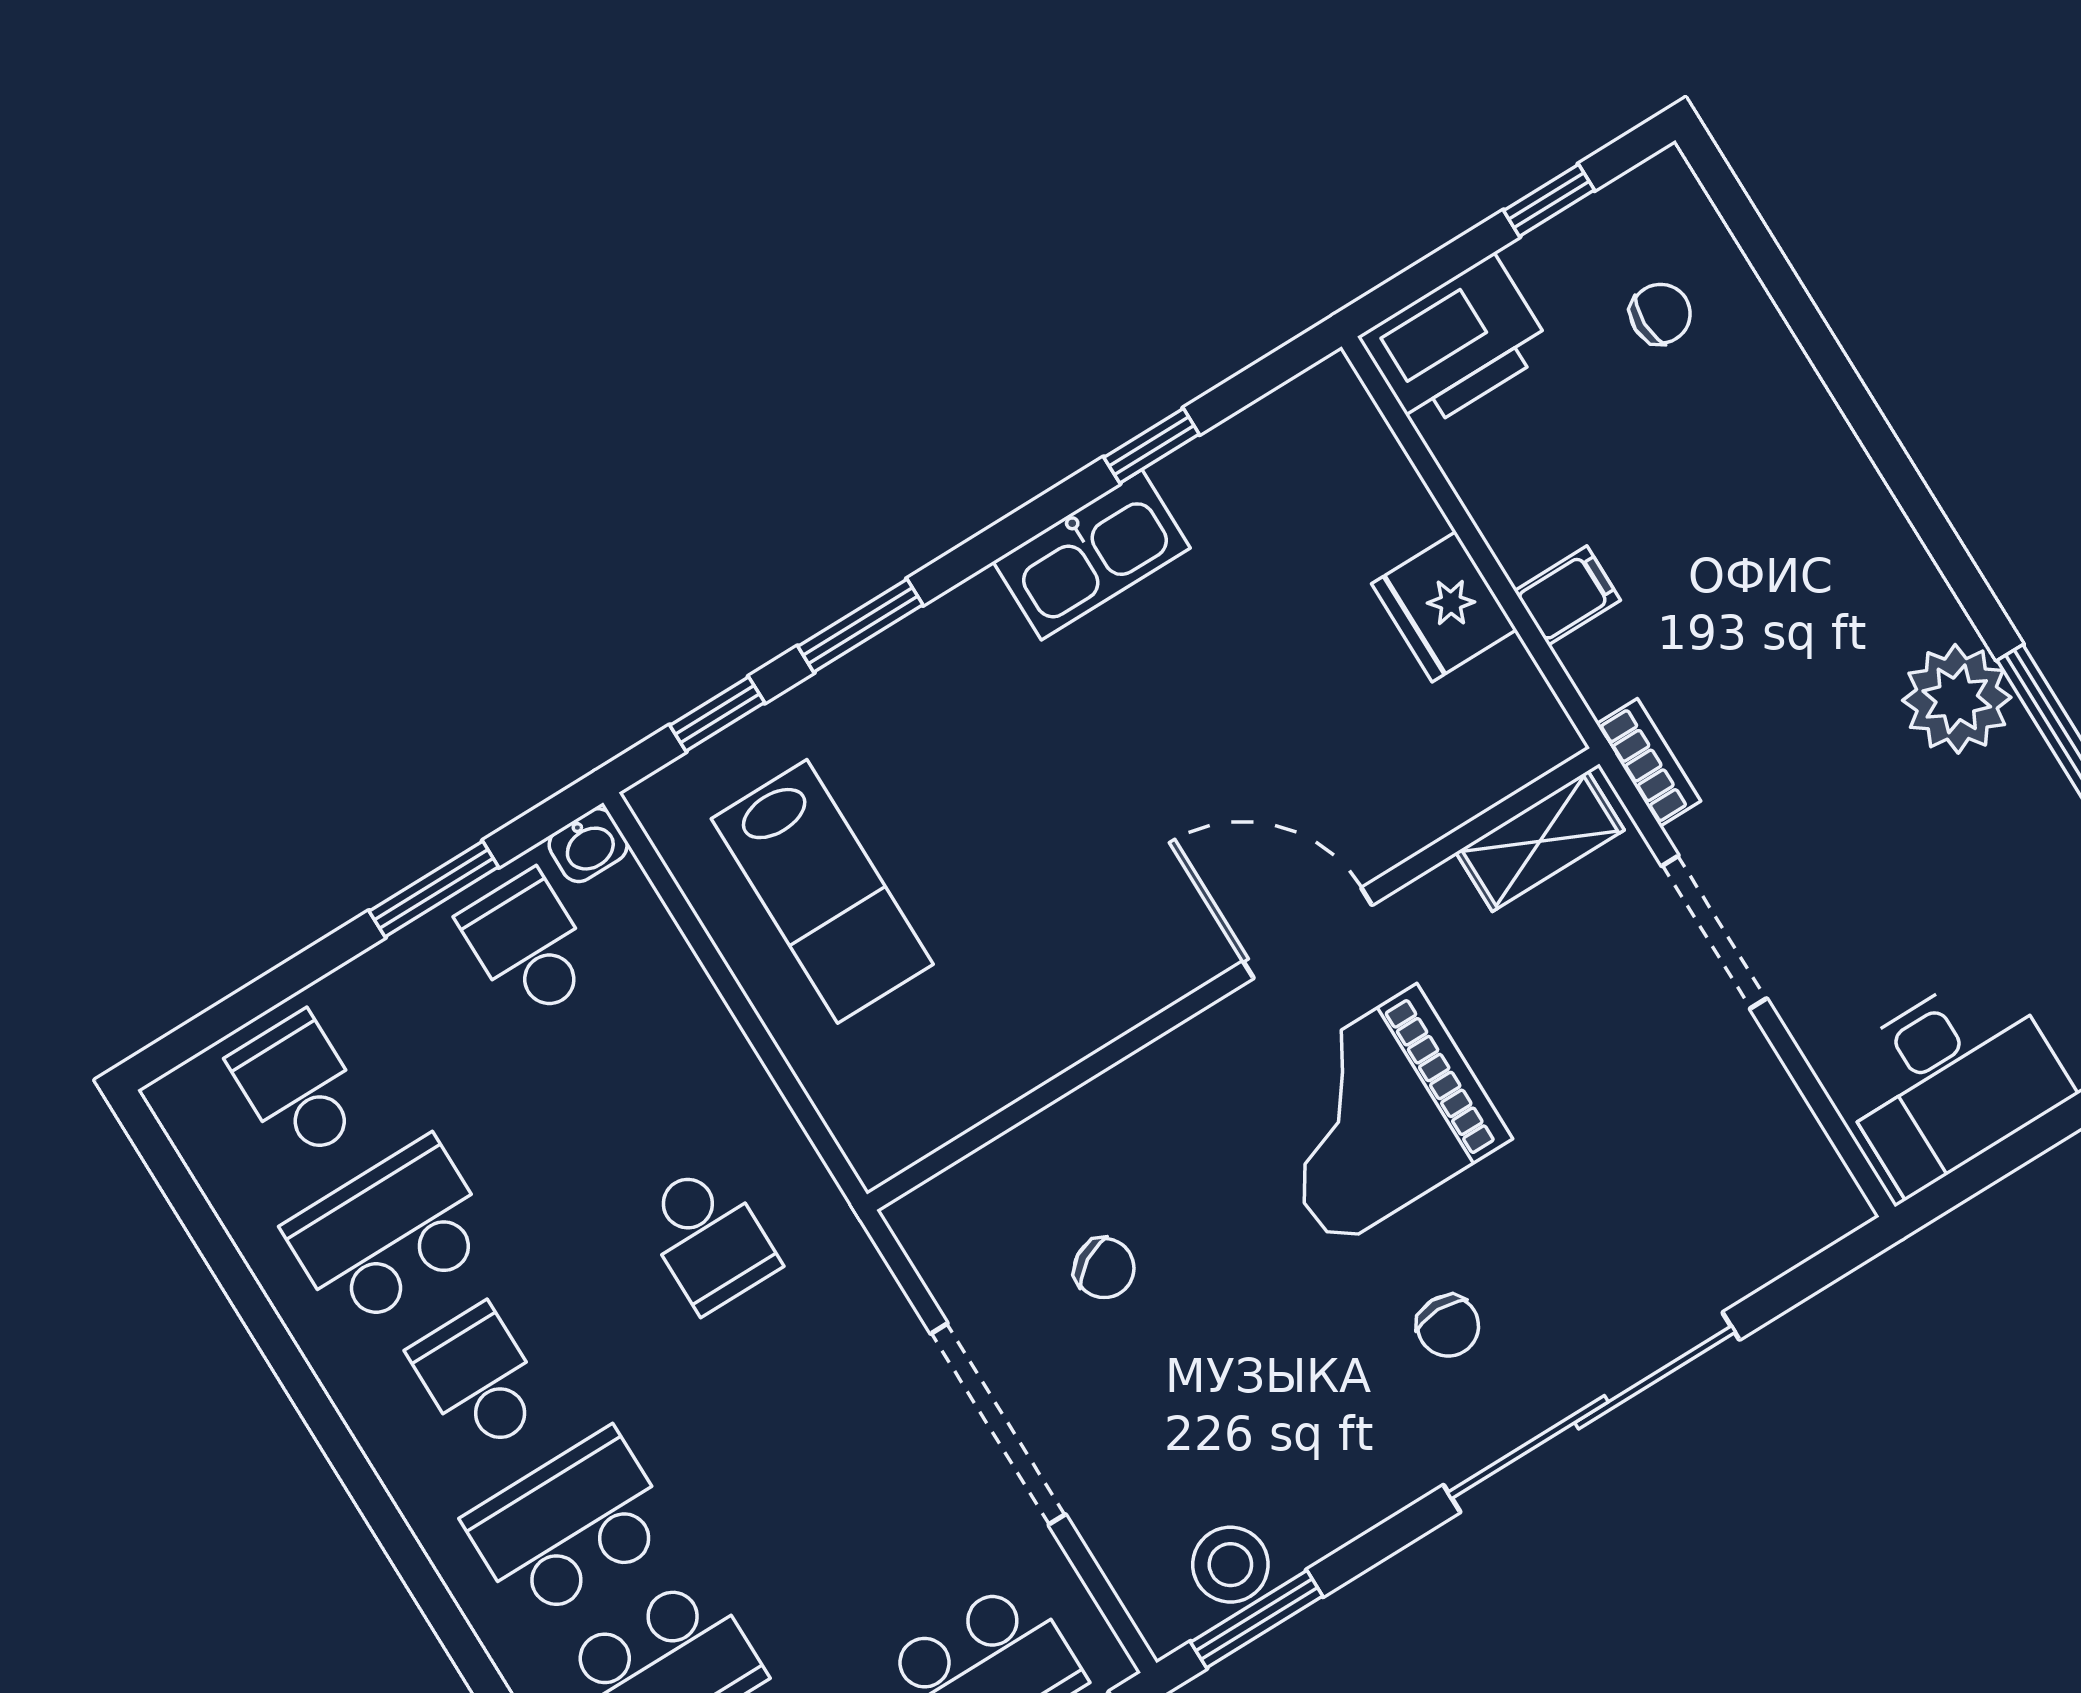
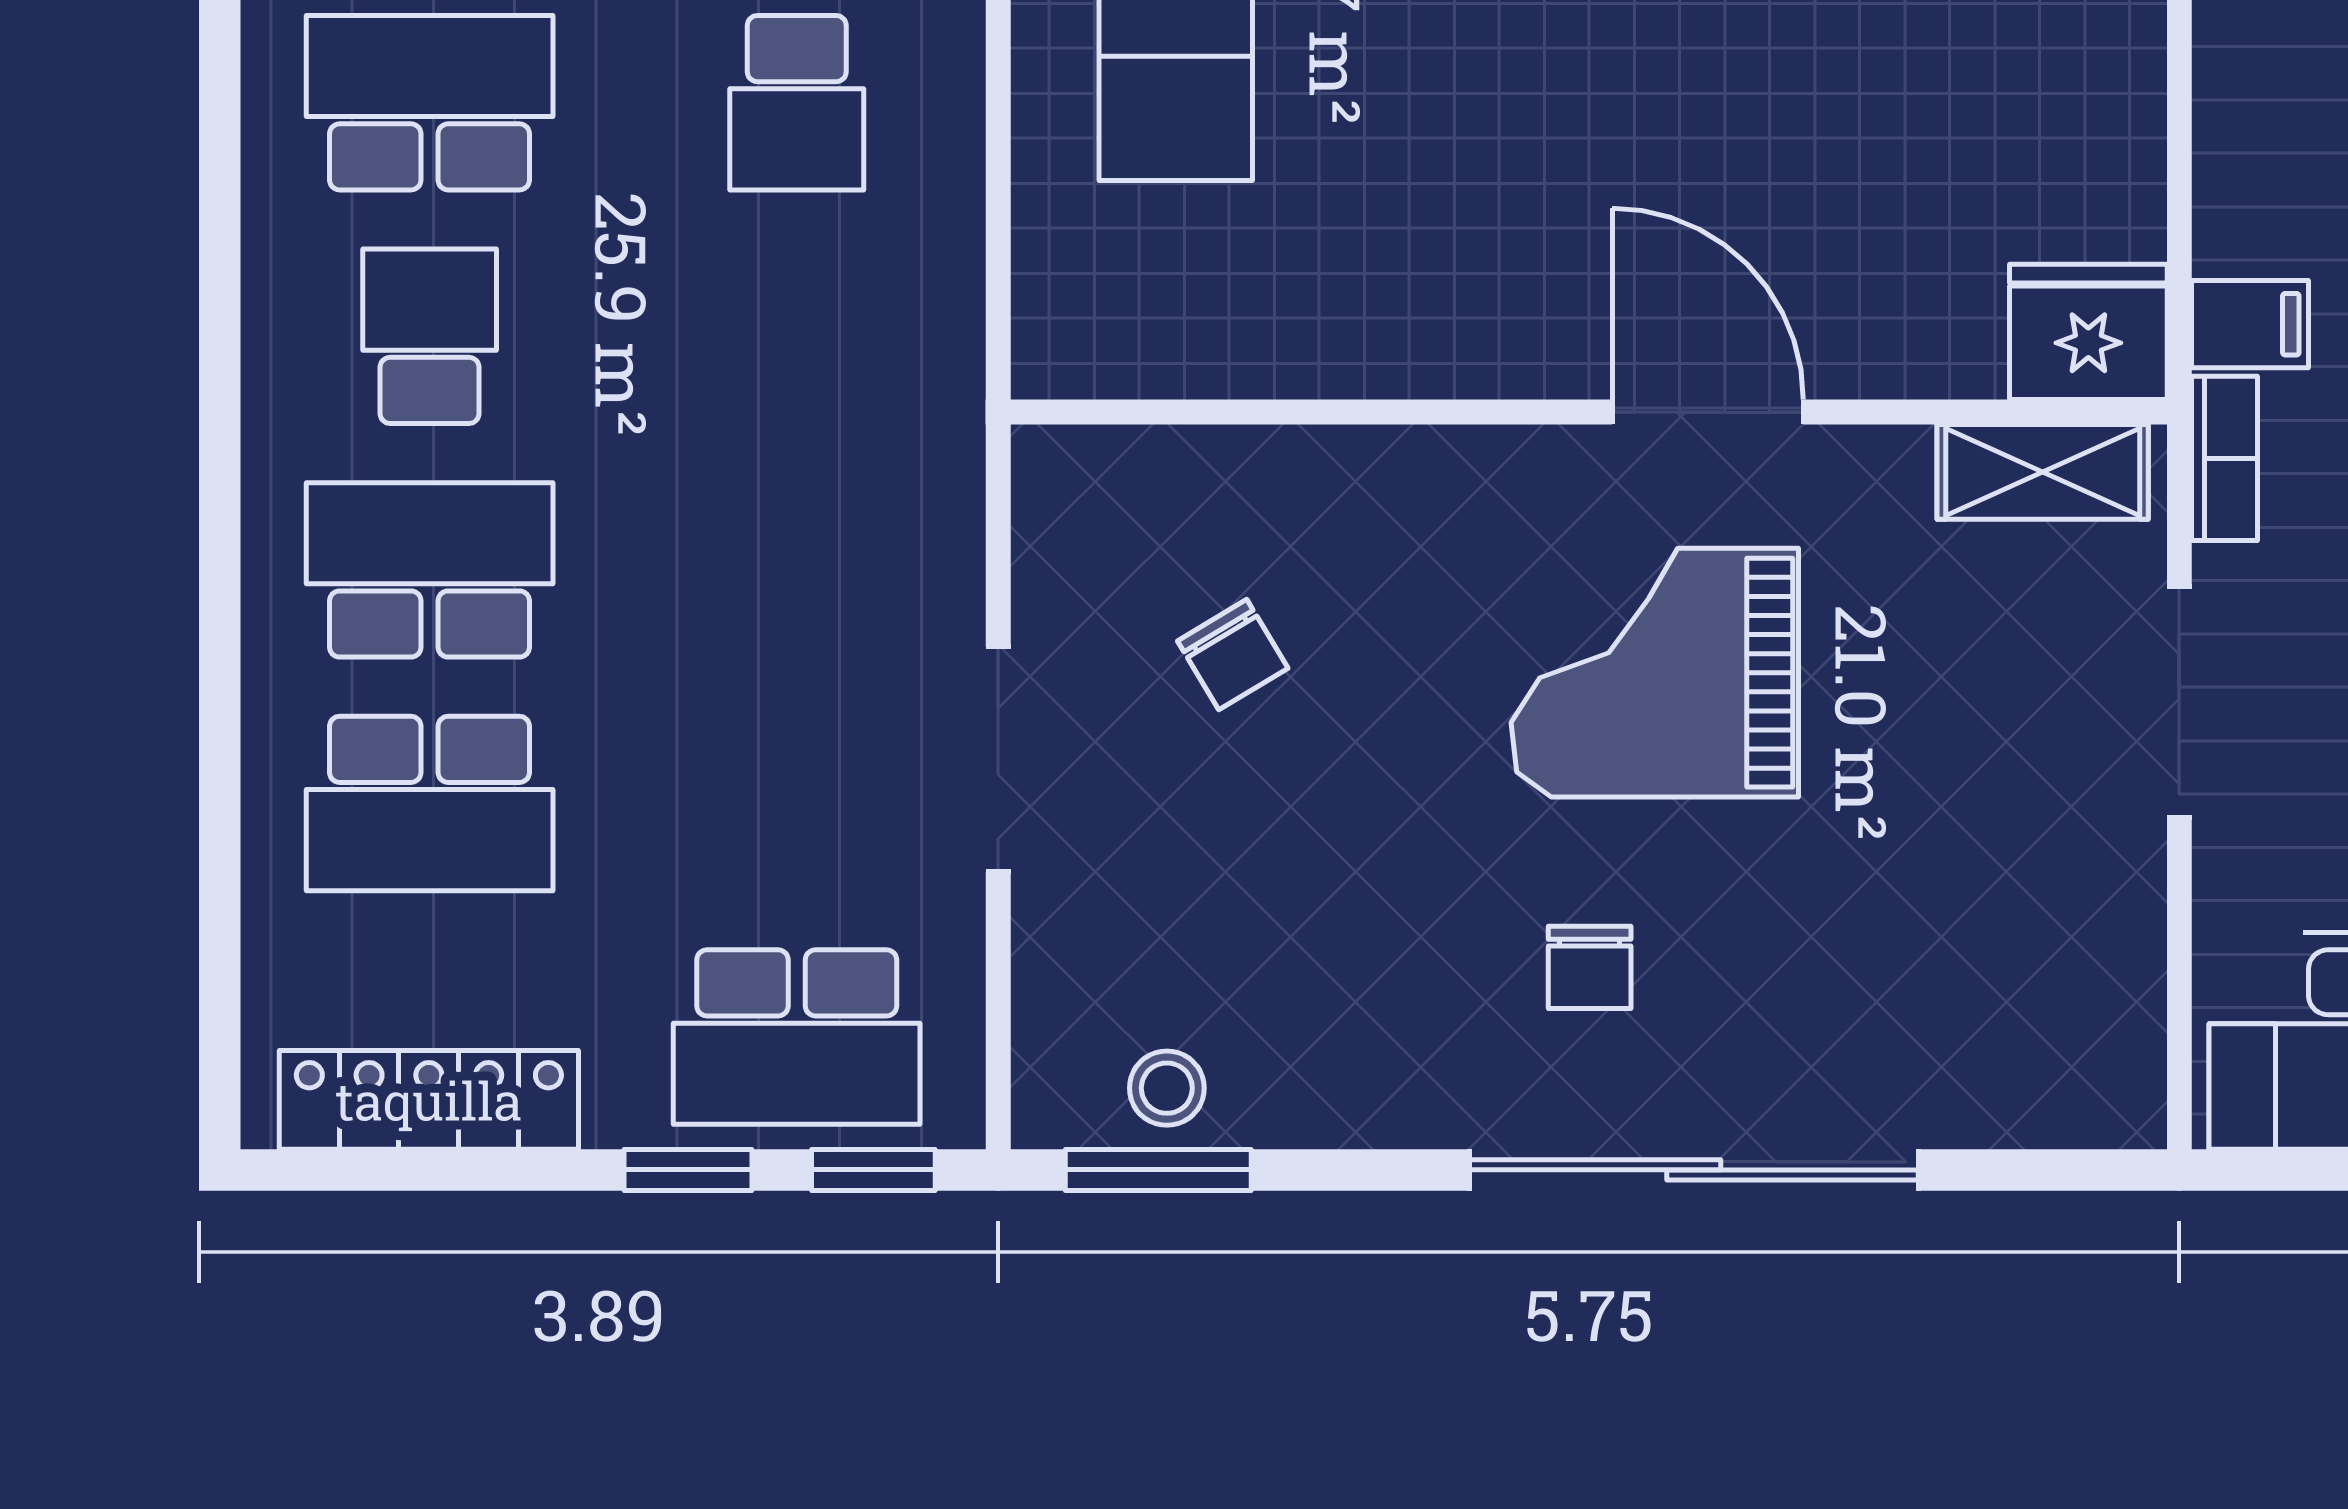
filing cabinet: (1567, 596) -> (2250, 324), moved
fridge: (1444, 607) -> (2088, 332), moved, turned 90
school desk: (709, 1237) -> (797, 103), moved
doorway: (998, 1424) -> (998, 759), width x0.73
stool: (1230, 1565) -> (1167, 1088), width x0.73, depth x0.73

